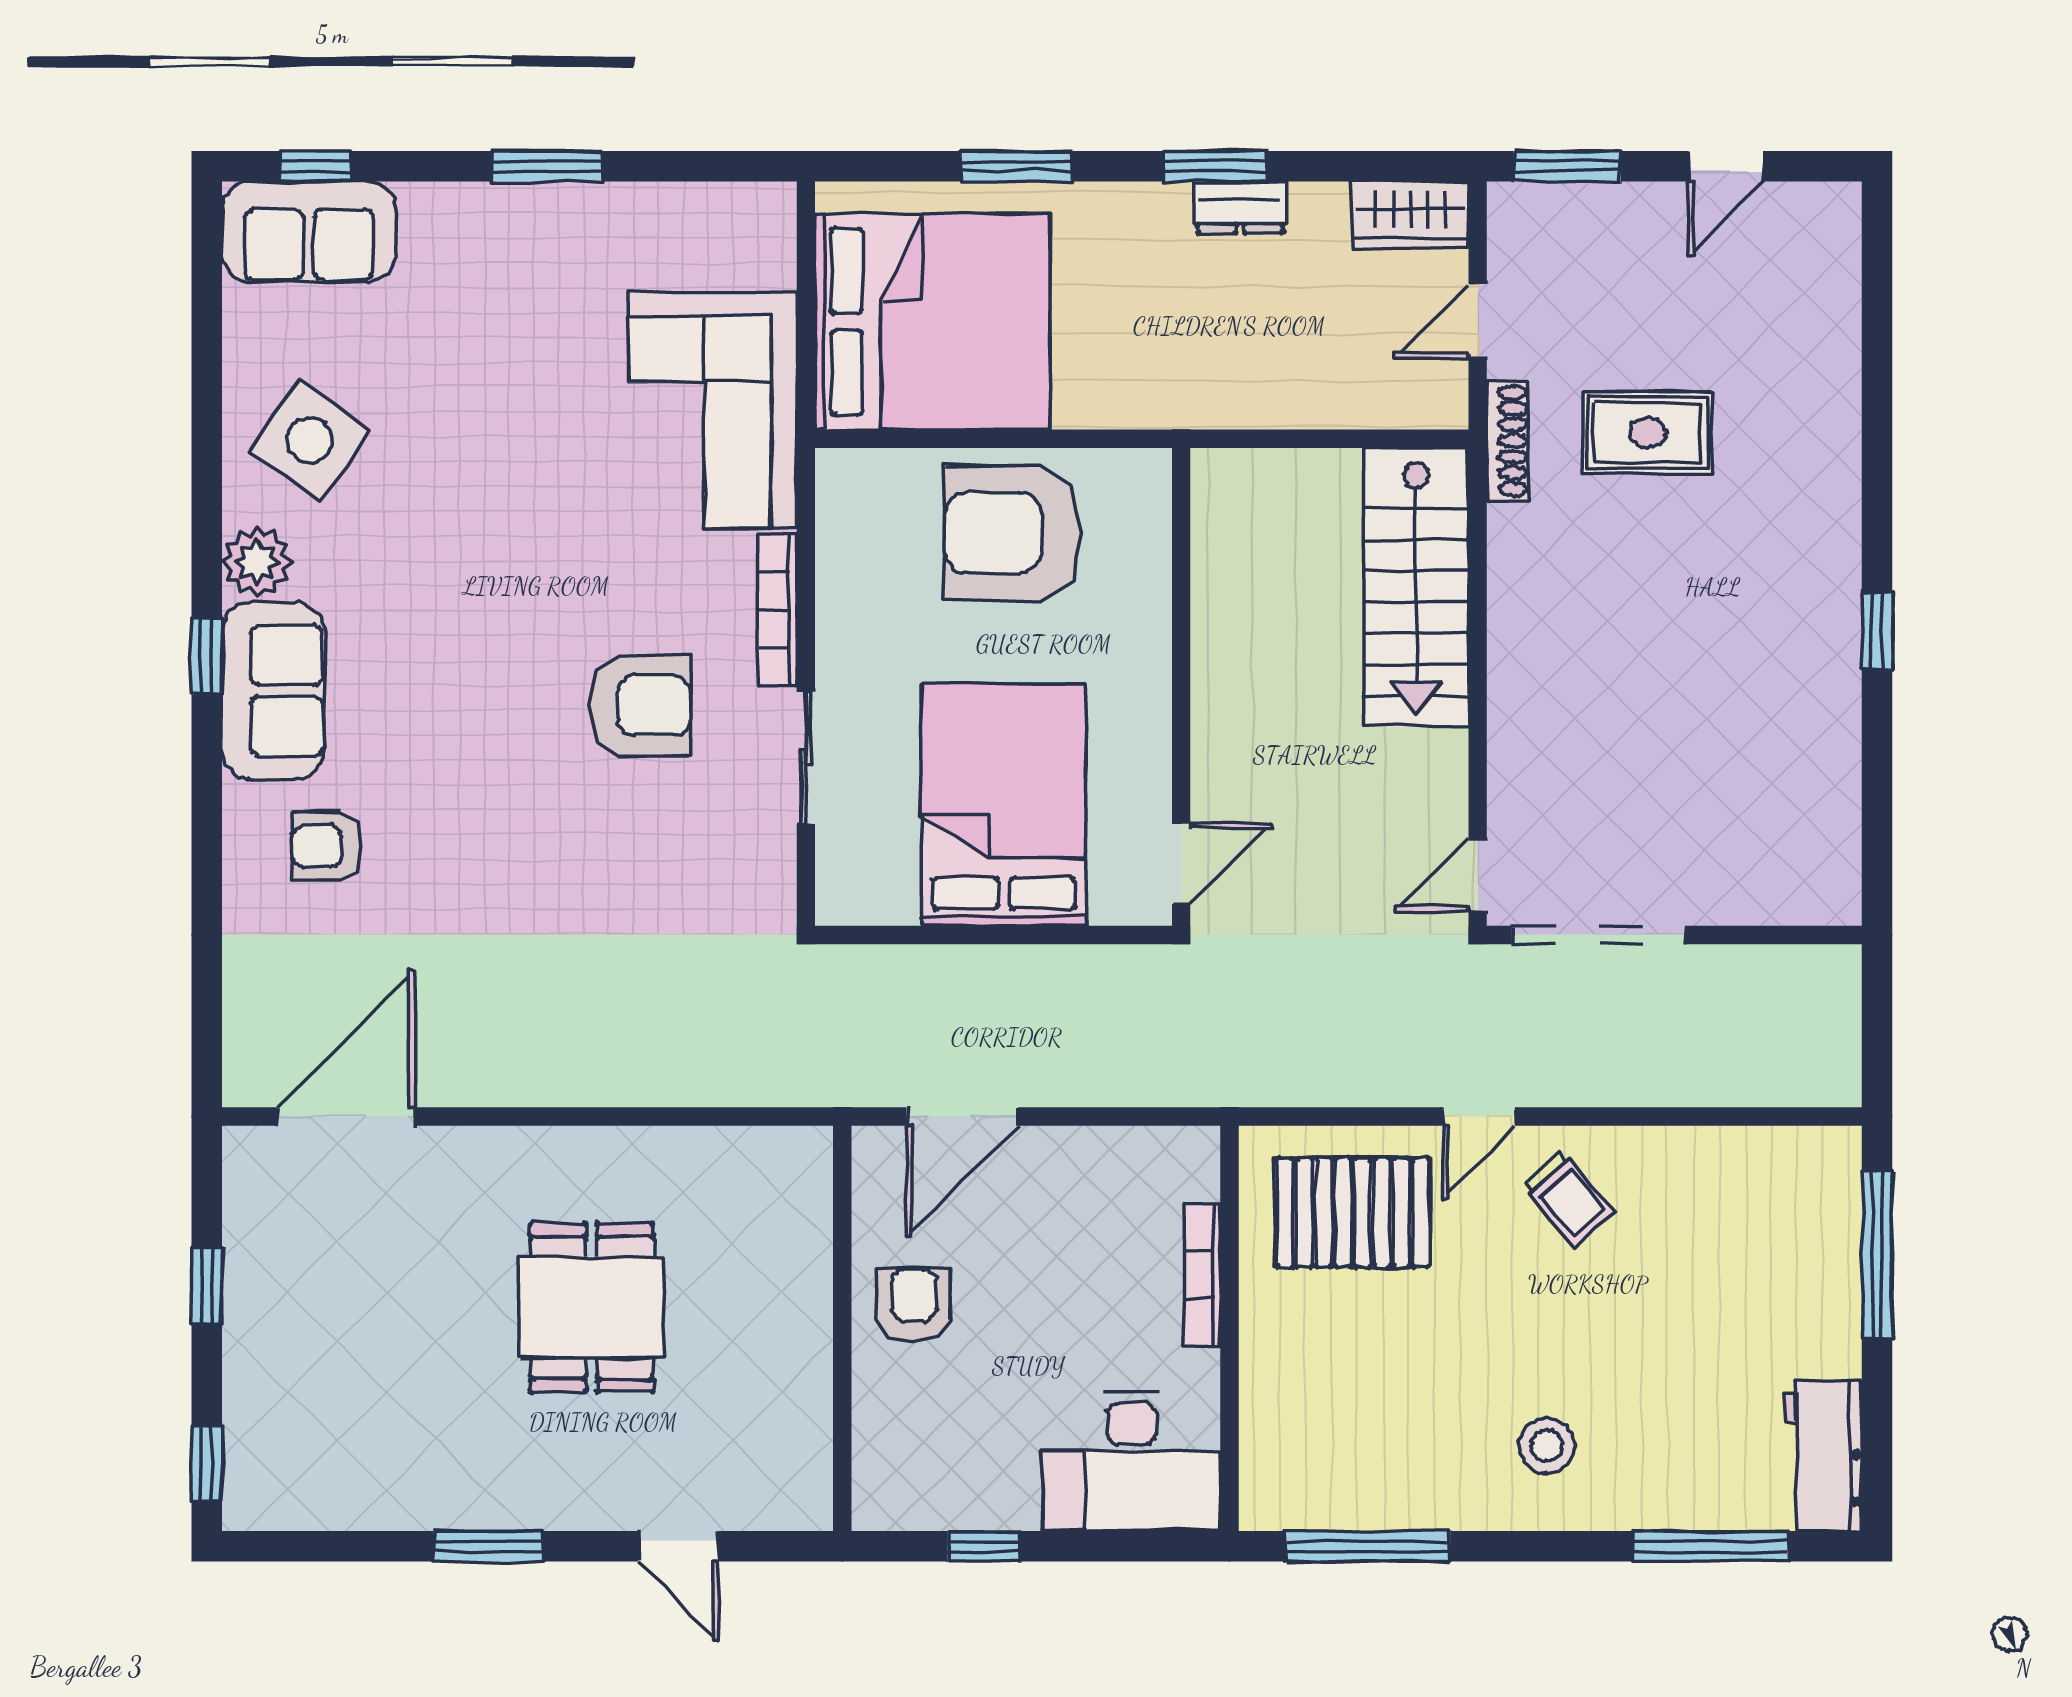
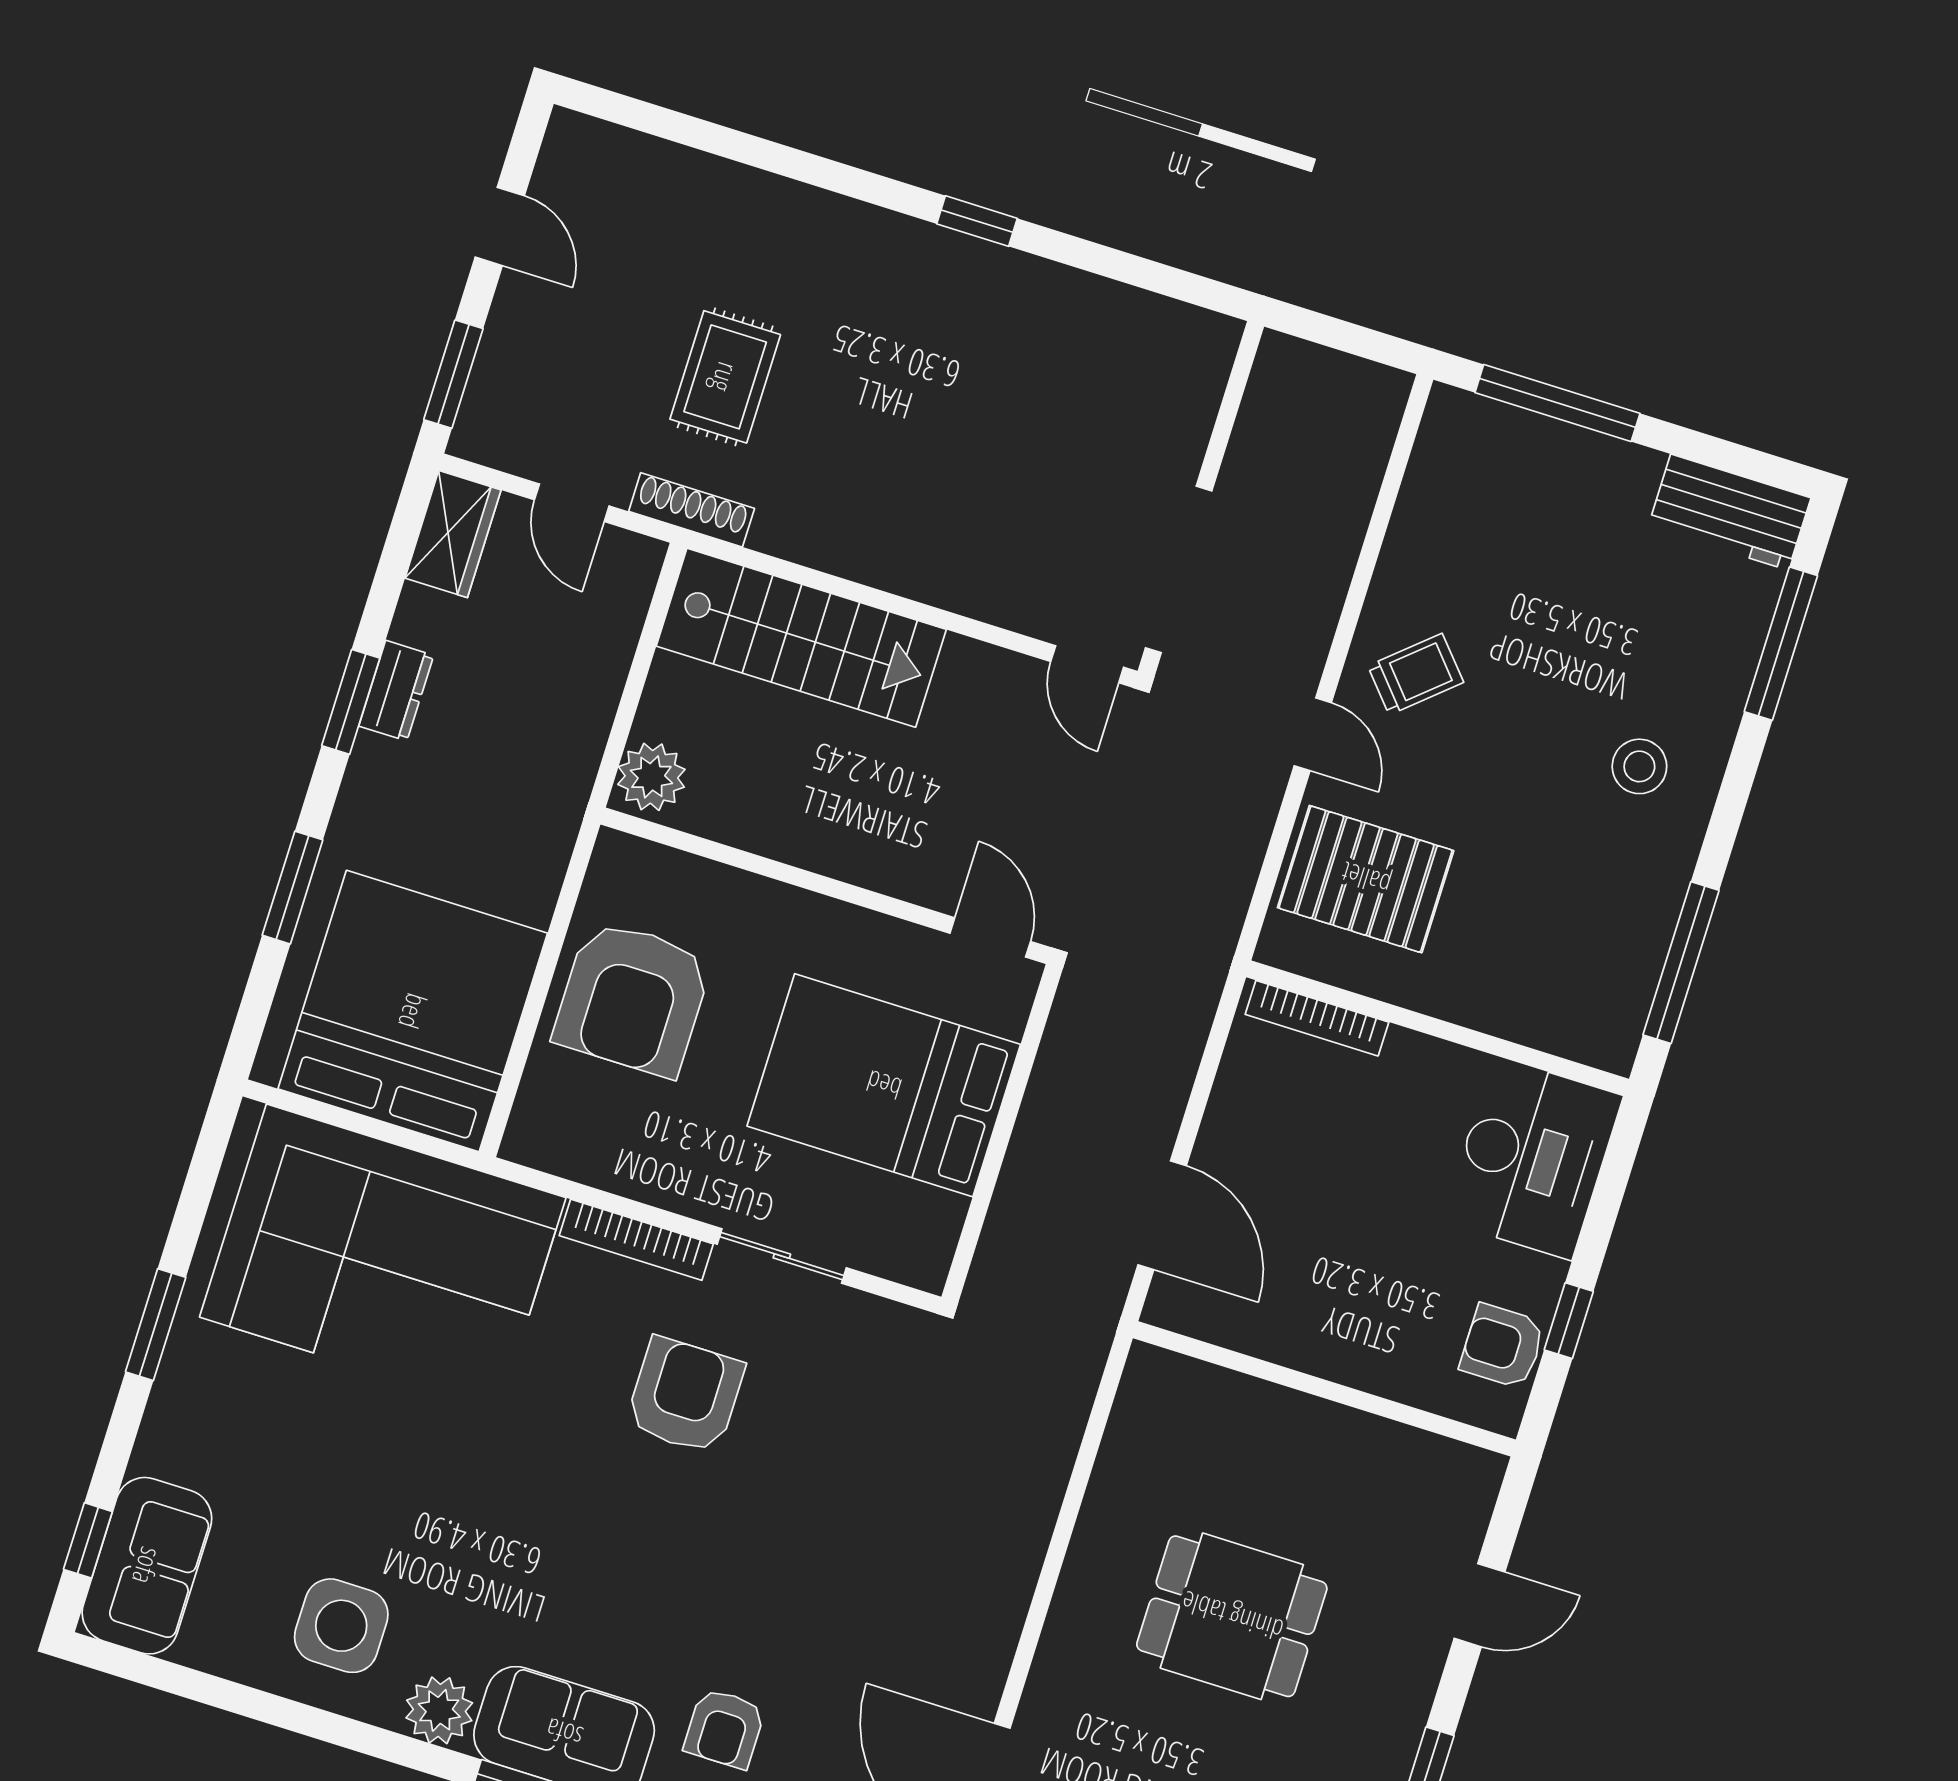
corner sofa: (713, 411) -> (383, 1257), width x1.36, depth x1.36
side table: (310, 440) -> (341, 1626), turned -35
plant: (1234, 483) -> (651, 777), added
pallet: (1353, 1212) -> (1366, 879), turned 90
bookcase: (1202, 1274) -> (1317, 1018), moved
armchair: (914, 1305) -> (1502, 1346), moved

